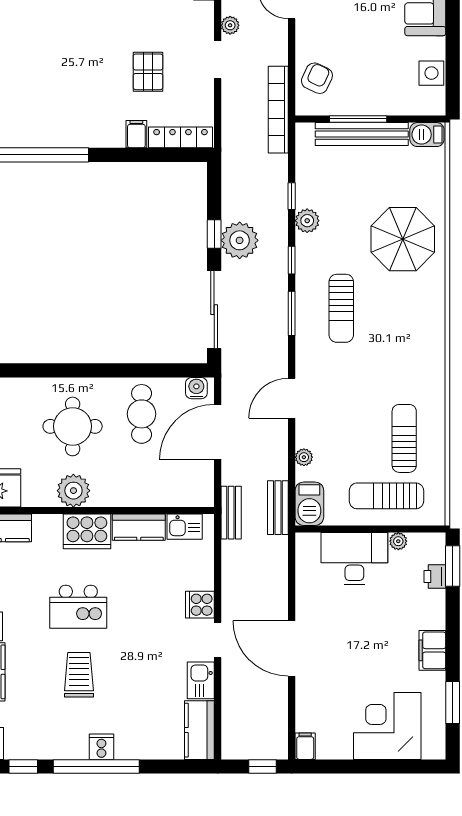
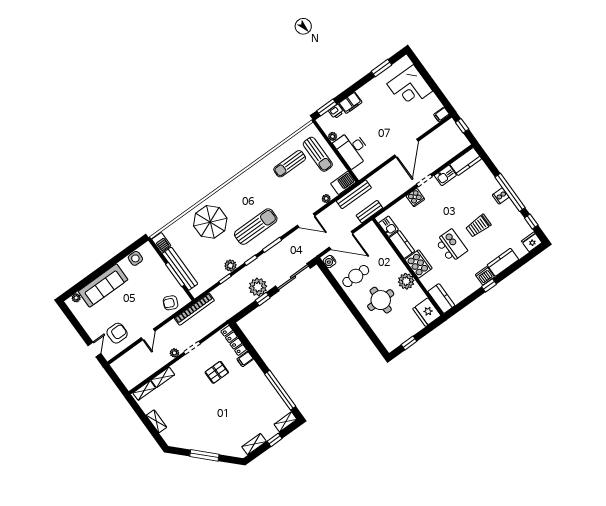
sun lounger: (341, 308) -> (256, 227), width x1.36, depth x1.34
bench: (278, 508) -> (354, 194), width x1.36
filing cabinet: (432, 650) -> (350, 103), moved

